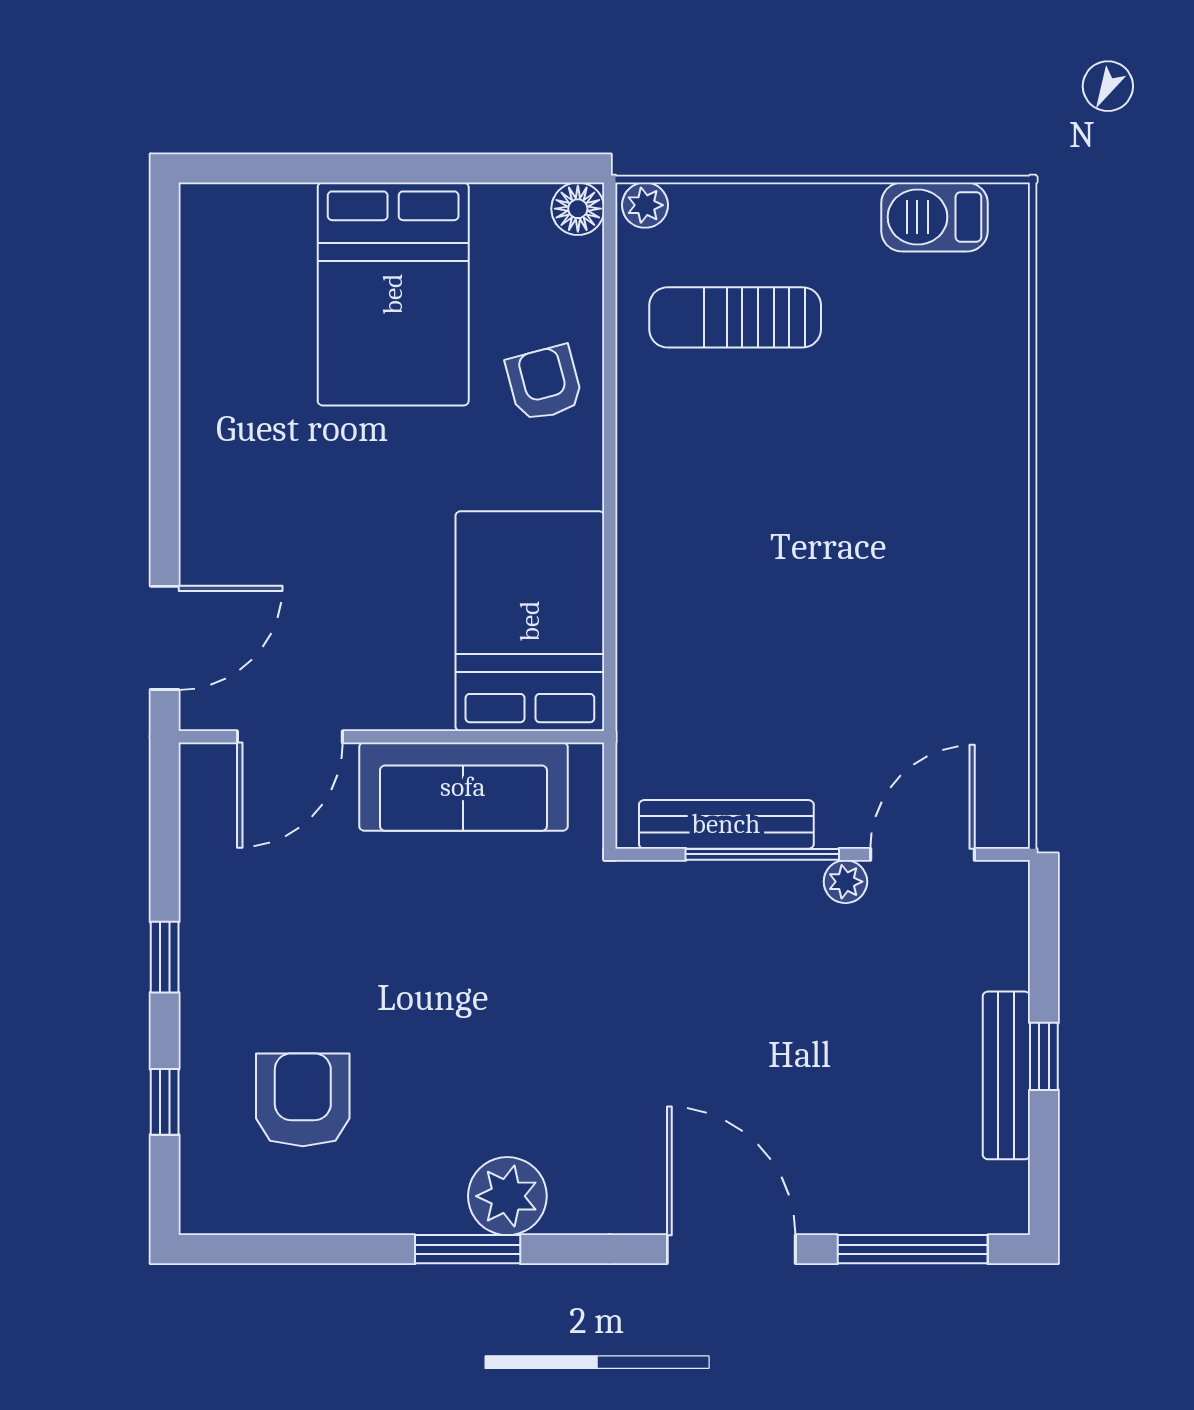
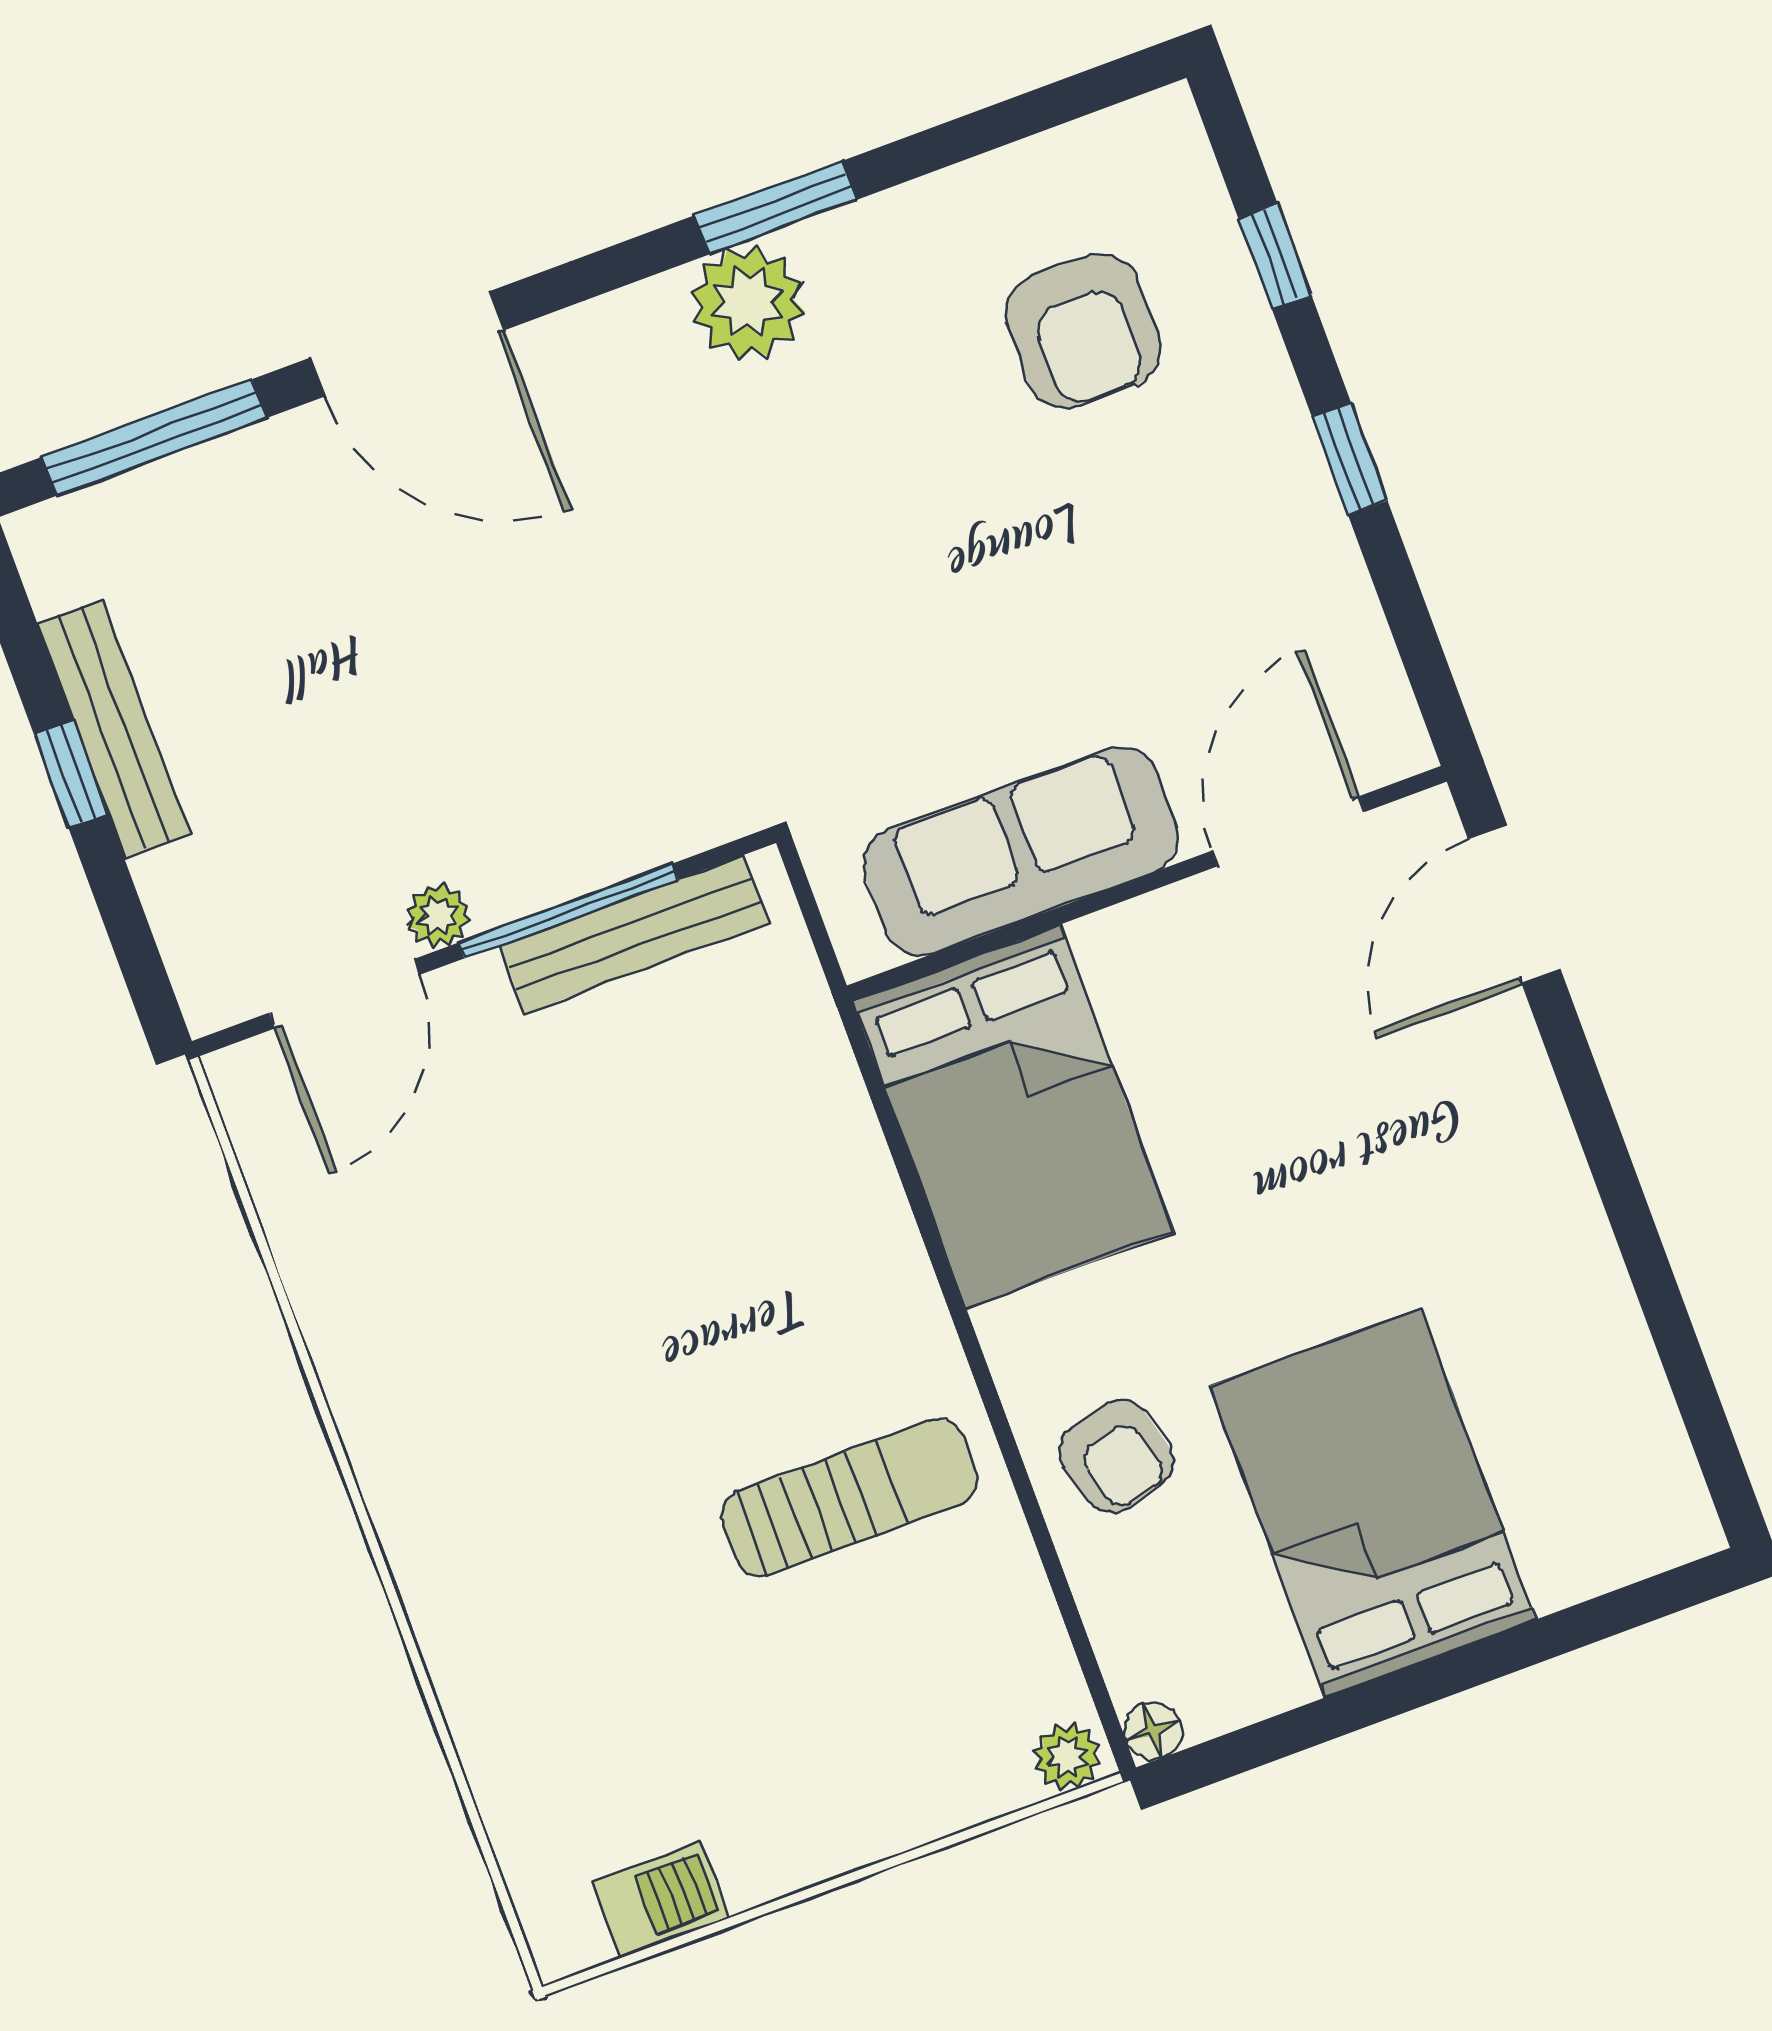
floor lamp: (578, 209) -> (1153, 1731), width x0.73, depth x0.73
barbecue: (934, 217) -> (661, 1900), width x0.73, depth x0.79
sun lounger: (735, 317) -> (850, 1498), moved

